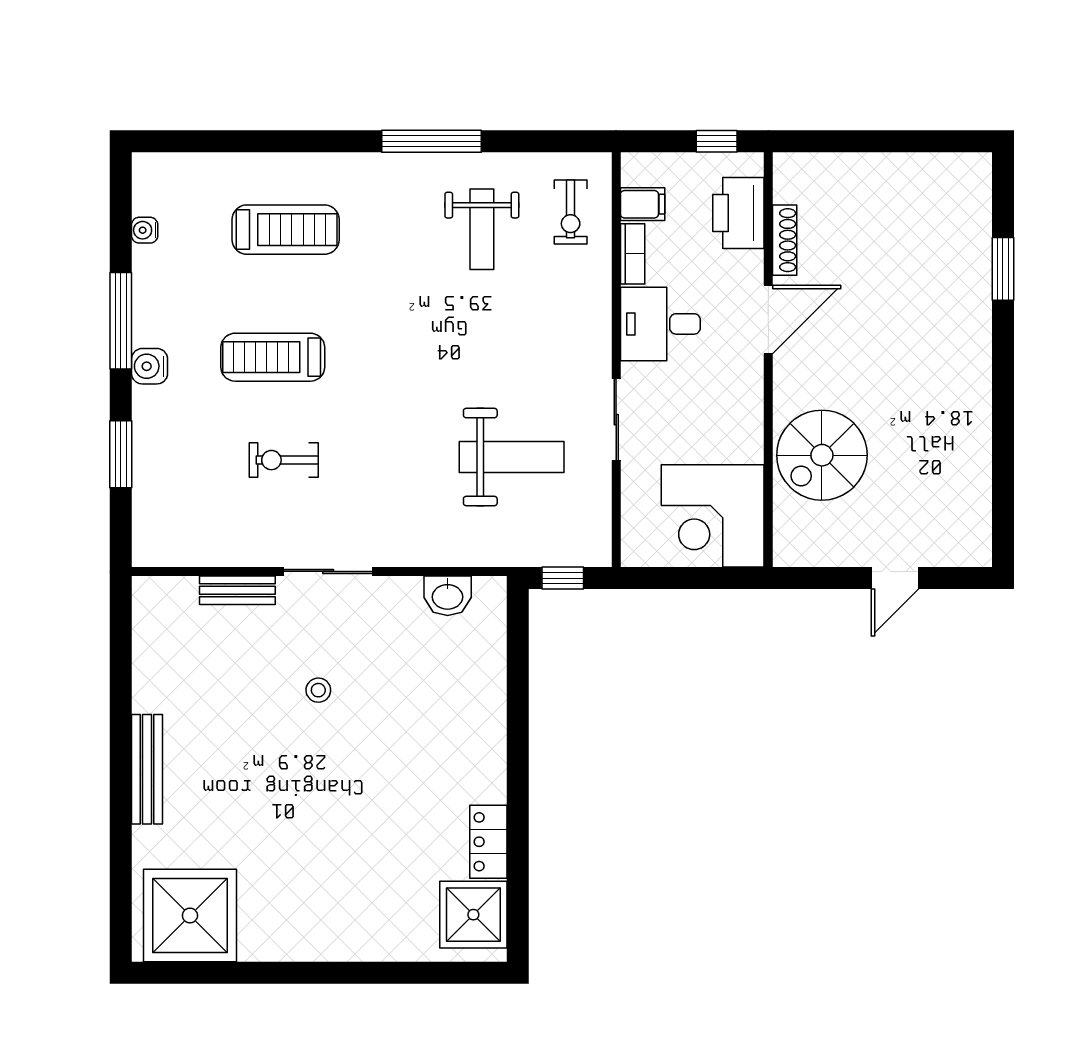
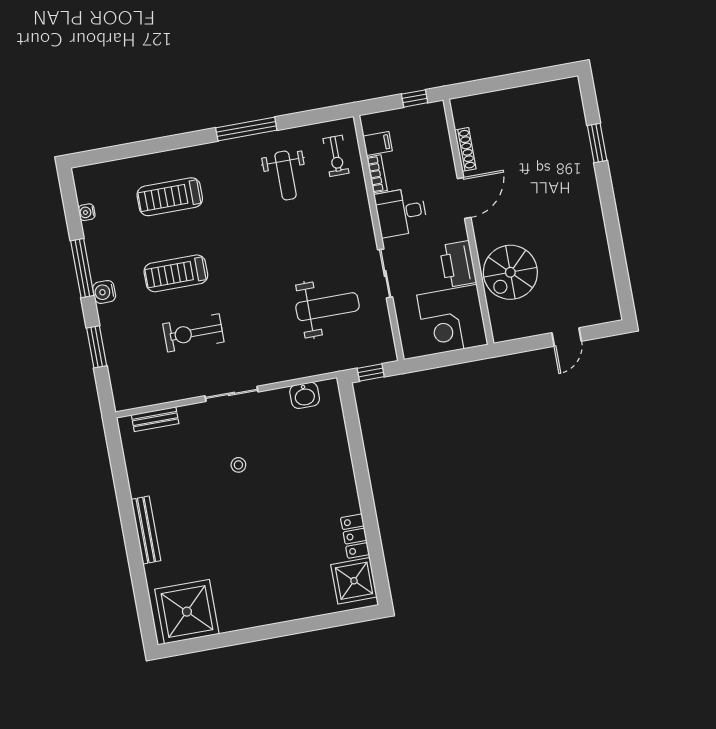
printer: (738, 213) -> (458, 264), moved
treadmill: (286, 230) -> (170, 197), turned 180
exercise bike: (284, 460) -> (193, 333), width x1.38, depth x1.39
bench: (237, 590) -> (155, 419), moved

